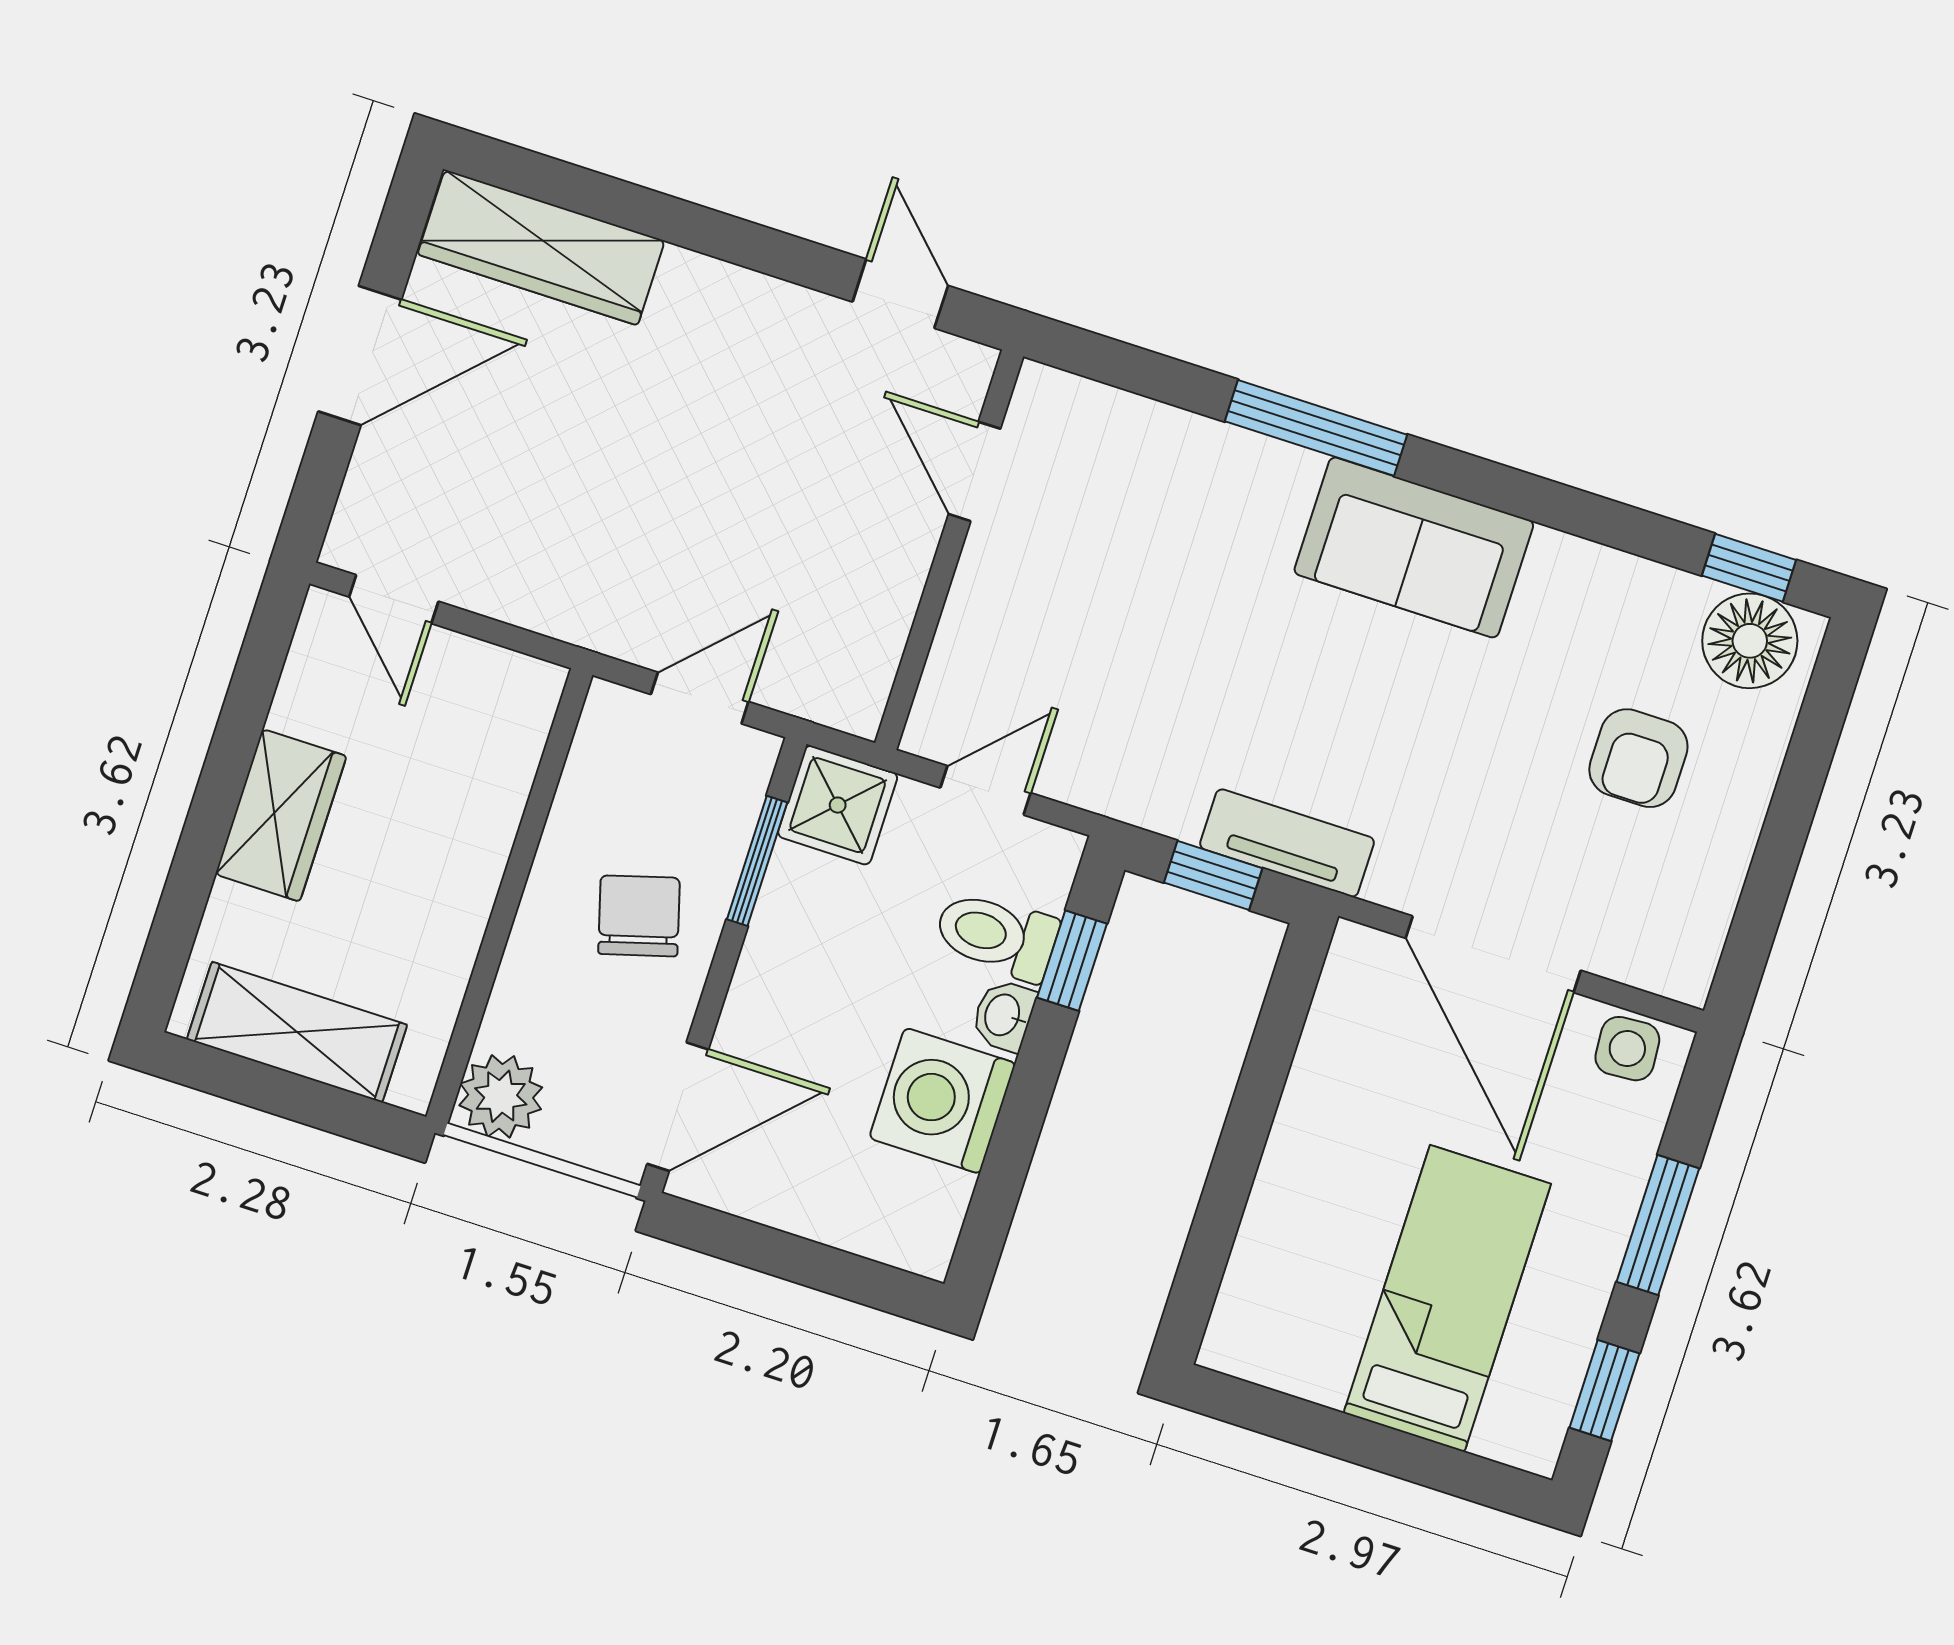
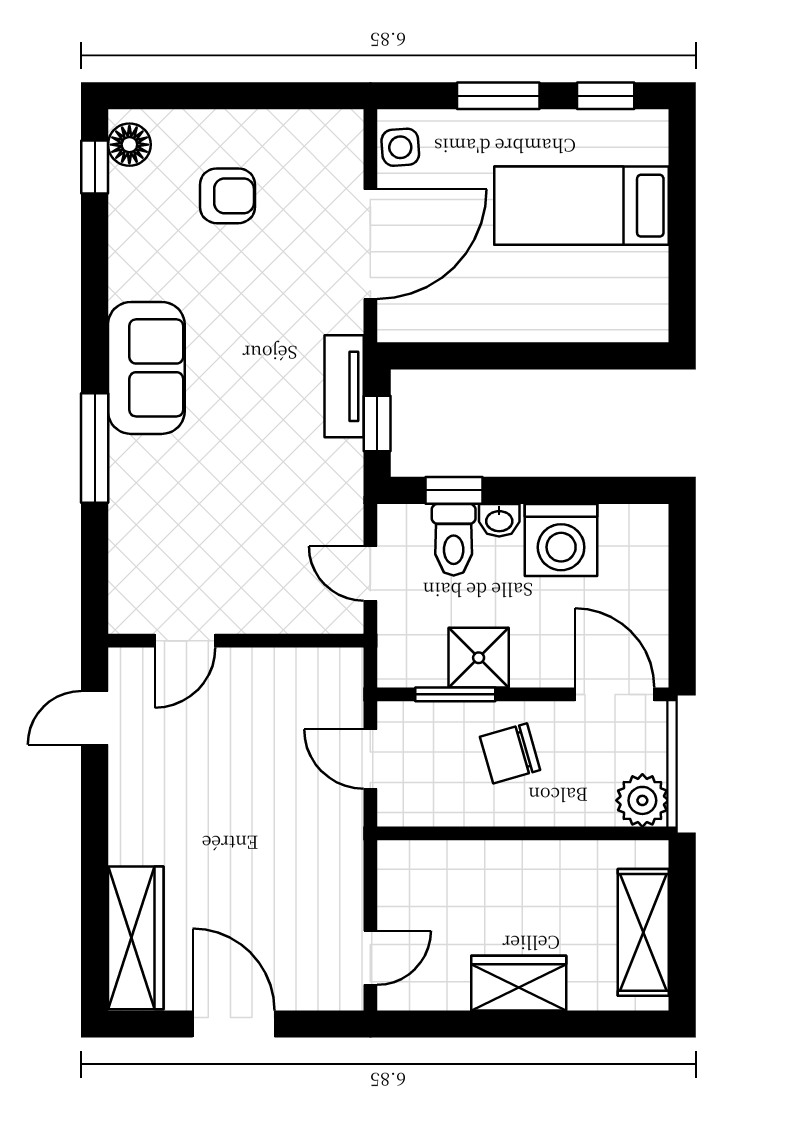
floor lamp: (1750, 641) -> (129, 145), width x0.73, depth x0.73
shower: (838, 805) -> (479, 658), moved

